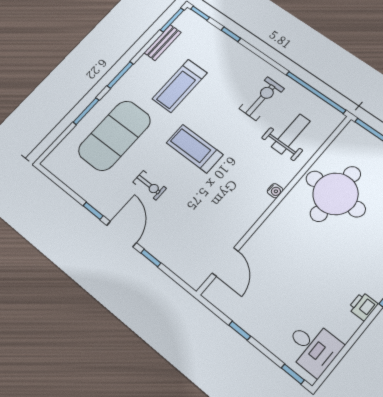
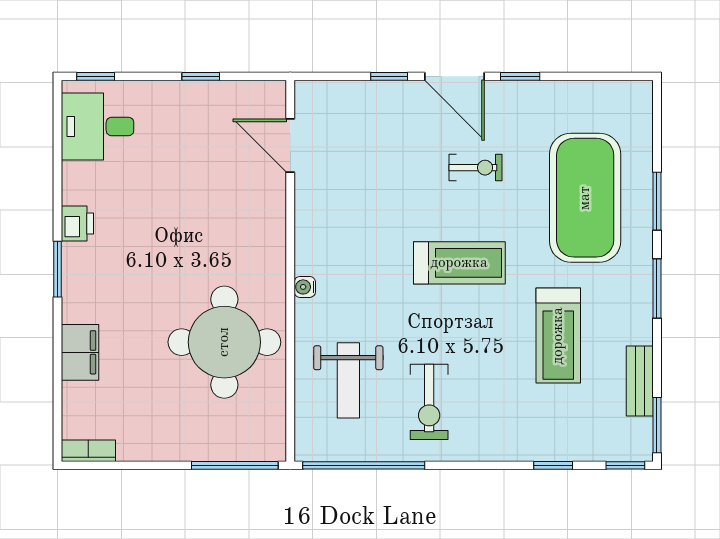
treadmill: (180, 86) -> (558, 336), turned 180
exercise bike: (150, 185) -> (476, 168), turned 180

